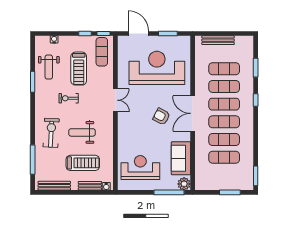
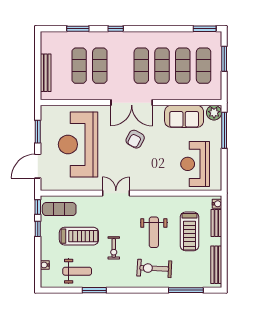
exercise mat: (224, 104) -> (204, 66), moved
treadmill: (83, 163) -> (190, 231), turned 180

